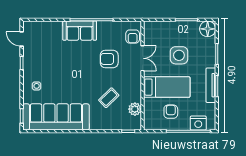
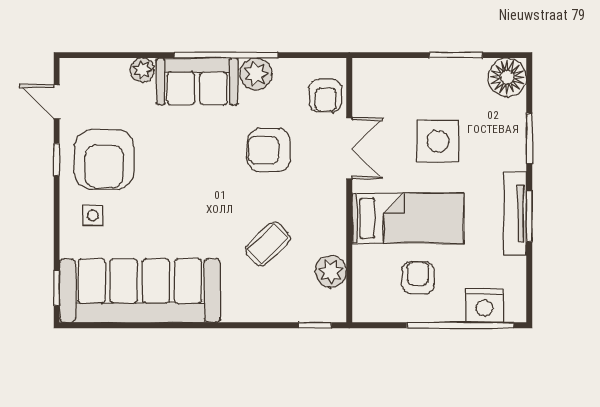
plant: (57, 26) -> (142, 70), added
plant: (104, 27) -> (256, 74), added
armchair: (41, 63) -> (104, 159), added

